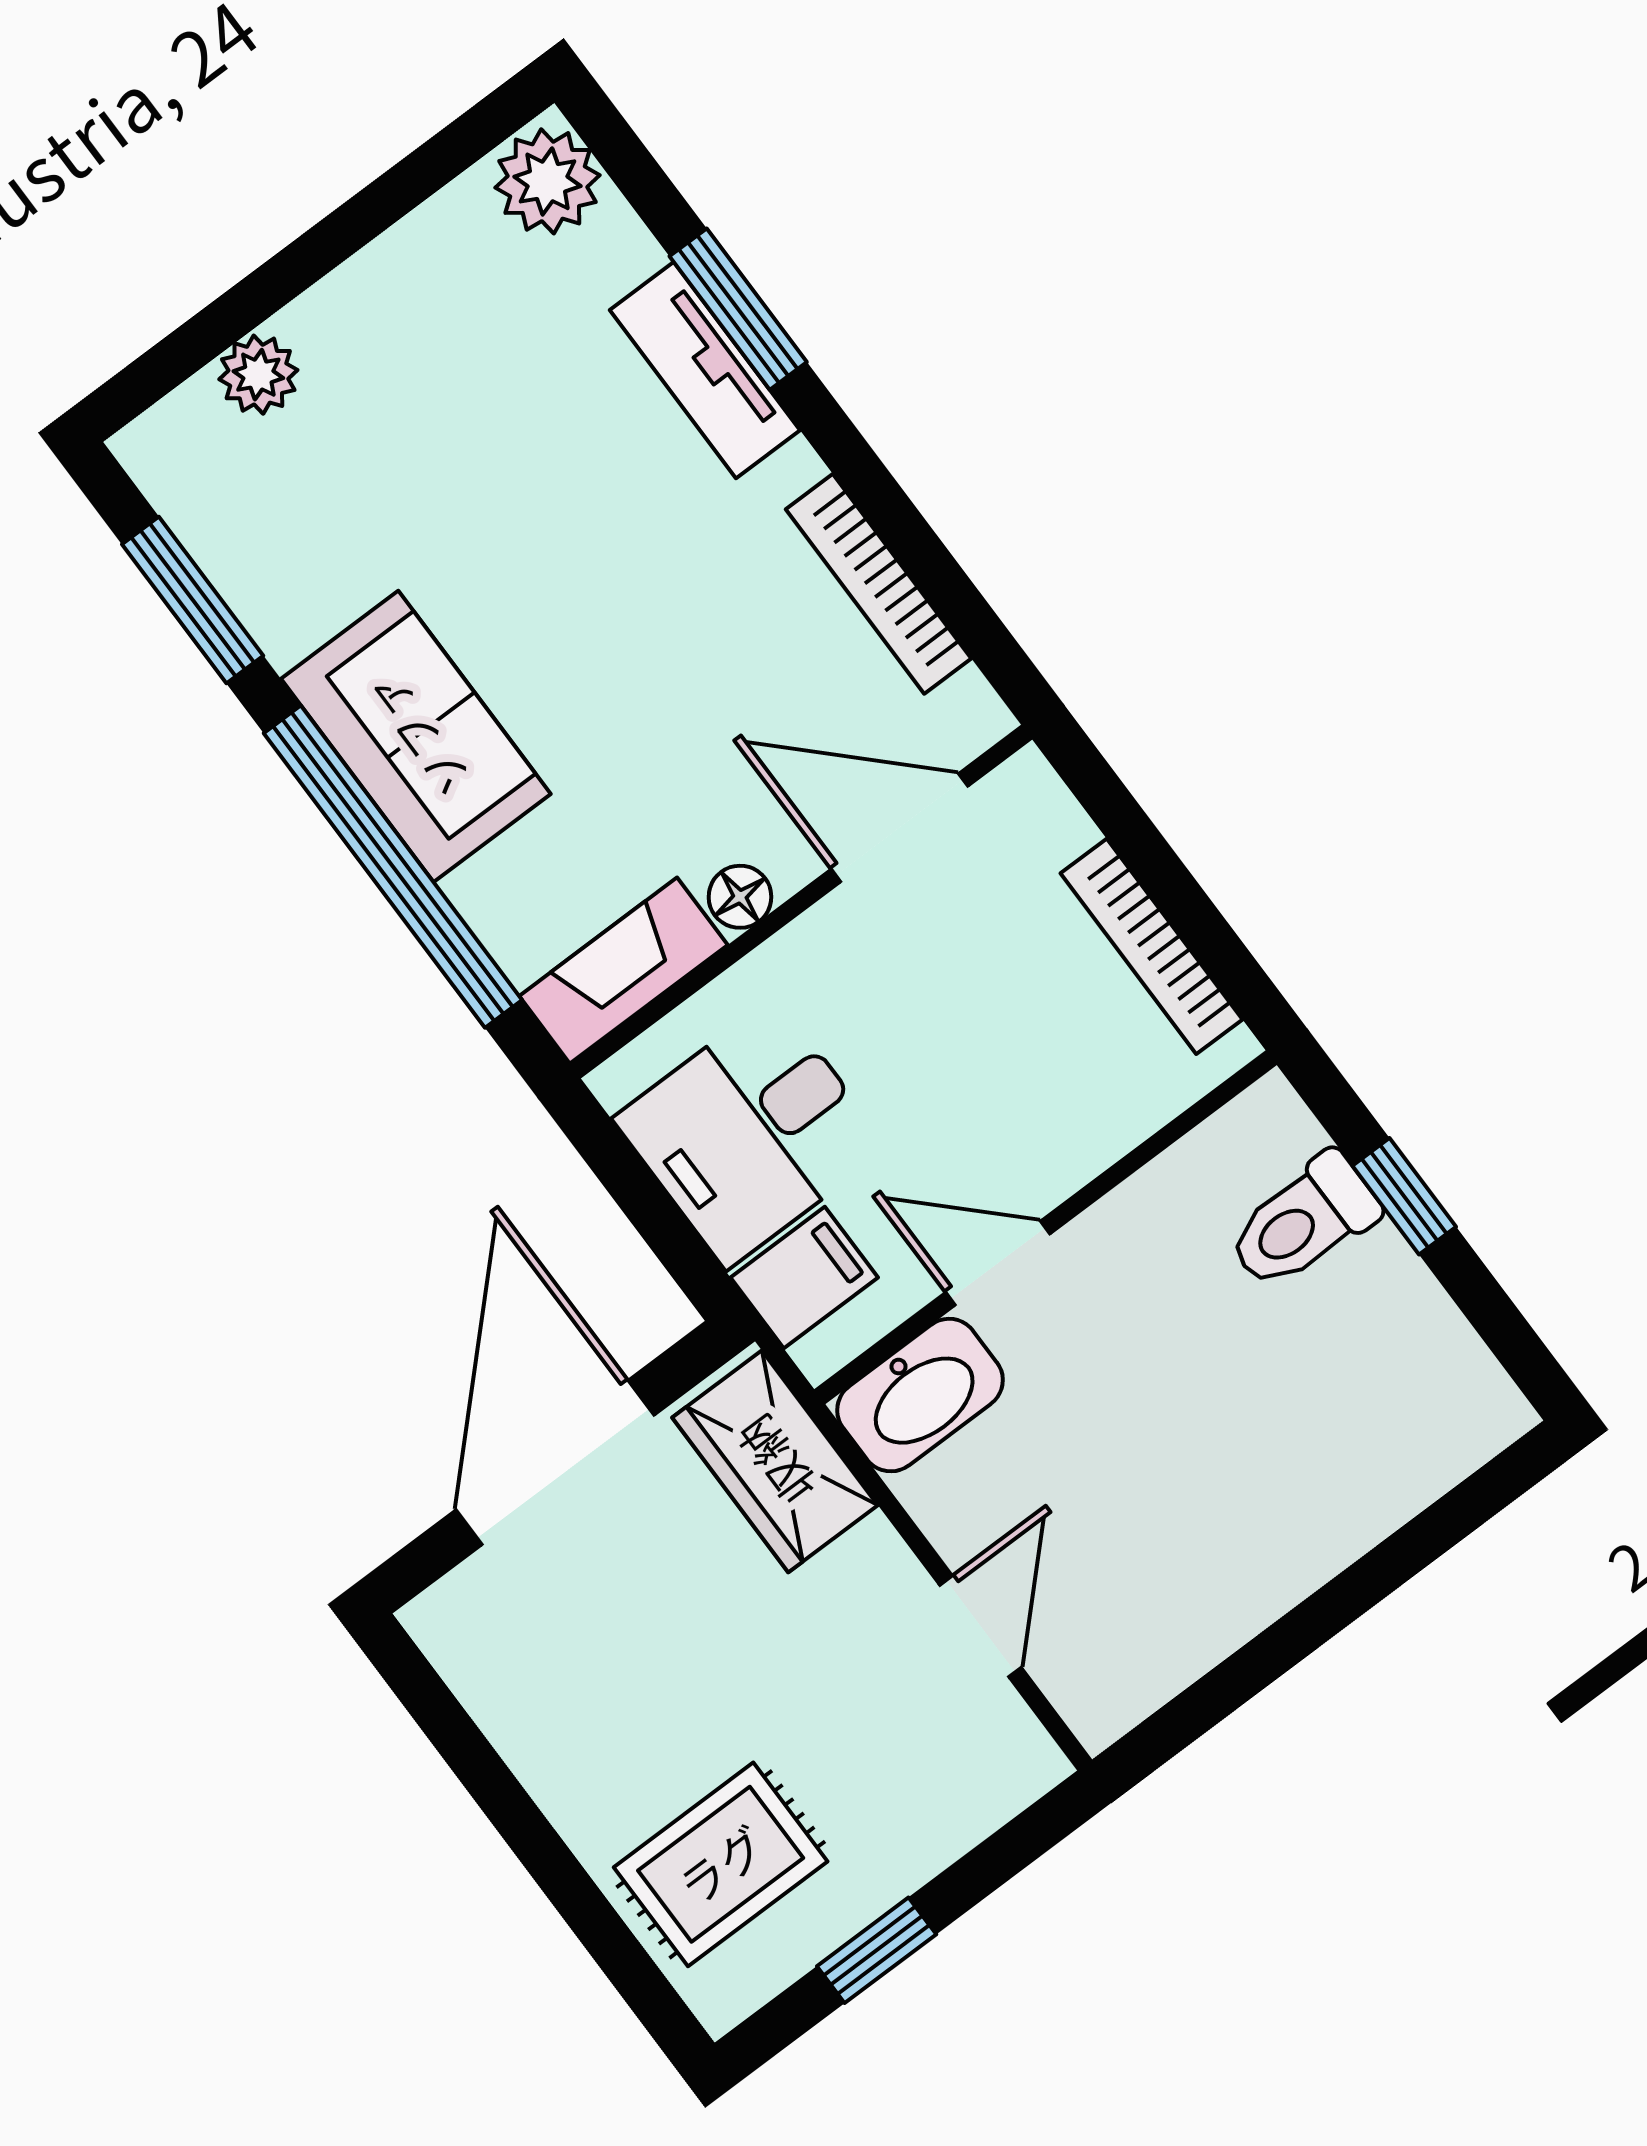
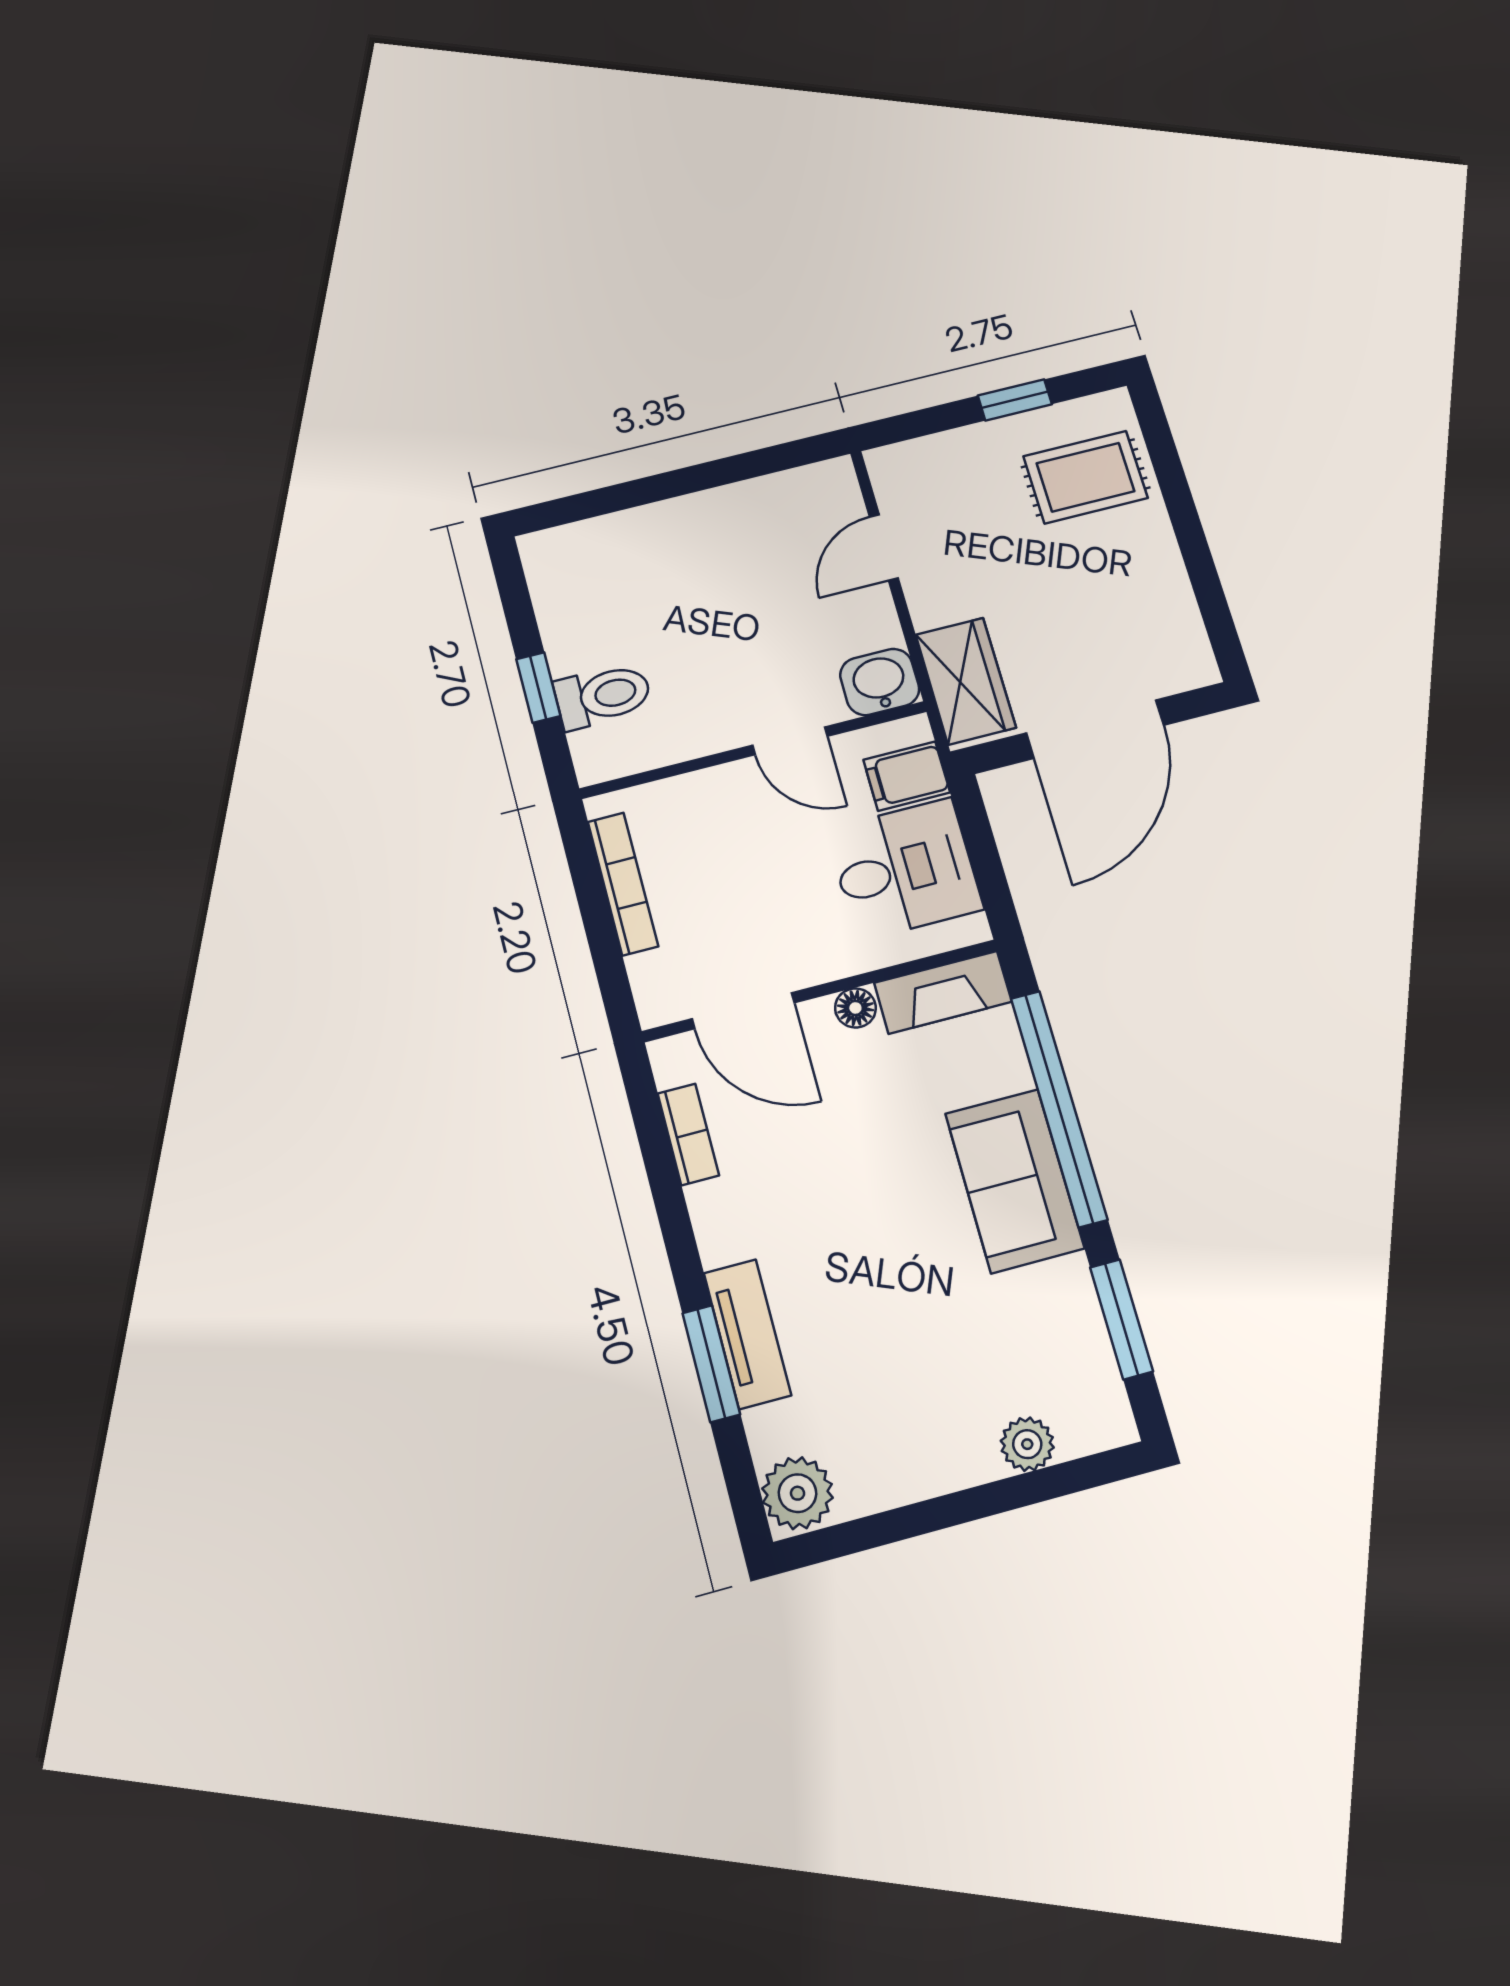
bookcase: (879, 584) -> (688, 1134), width x0.64
washbasin: (920, 1395) -> (880, 682), width x0.72

